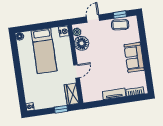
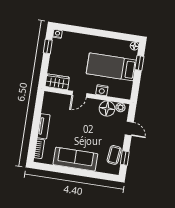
window: (33, 27) -> (139, 63), added
nightstand: (64, 31) -> (102, 90), moved
sofa: (134, 57) -> (75, 159), width x1.36
door: (76, 71) -> (79, 94), hinge flipped
window: (61, 109) -> (48, 47), moved

